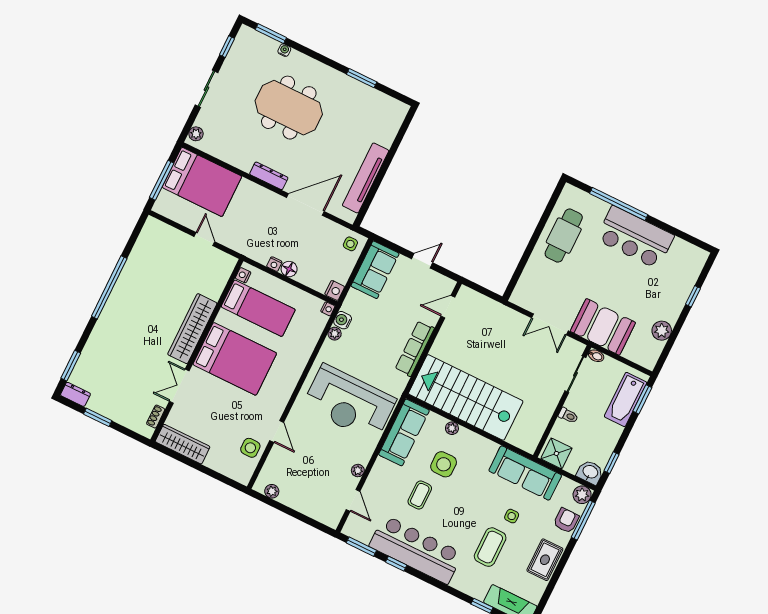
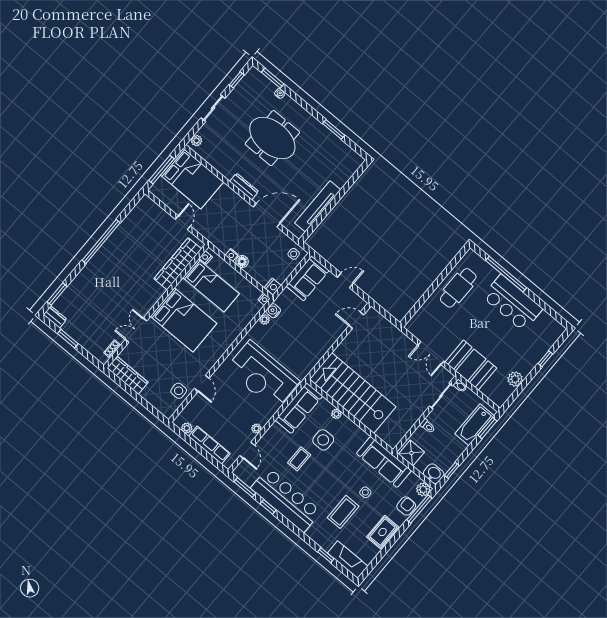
wardrobe: (192, 329) -> (178, 264), moved
row of seats: (415, 349) -> (209, 445), moved, turned 90

